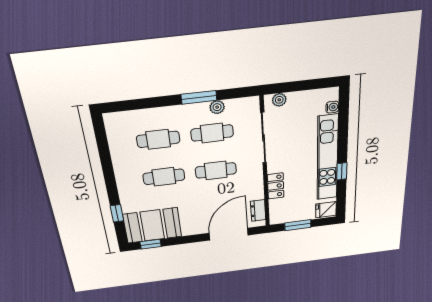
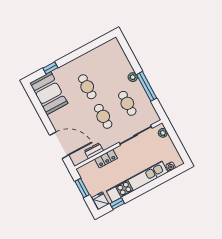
window: (199, 97) -> (147, 86), width x1.44
plant: (217, 107) -> (133, 77), moved
cafe table: (158, 139) -> (111, 74), removed
window: (342, 171) -> (117, 204), moved
dresser: (258, 210) -> (94, 151), moved
window: (151, 244) -> (34, 98), removed

